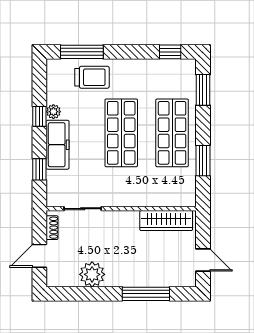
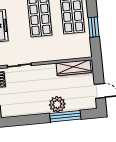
plant: (92, 274) -> (57, 104), moved

